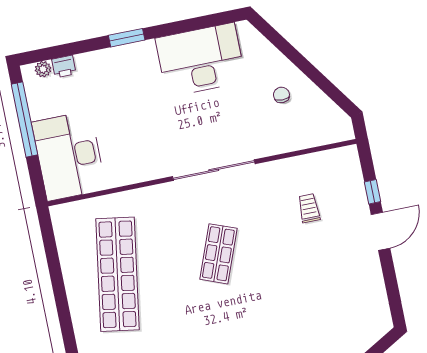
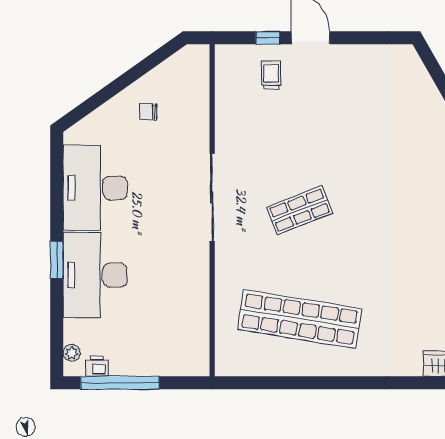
printer: (64, 67) -> (97, 366), moved, turned -90
desk: (69, 156) -> (95, 275), moved, turned 90
trolley: (309, 208) -> (271, 75), moved, turned 90
shop shelf: (218, 254) -> (300, 210), turned -42

